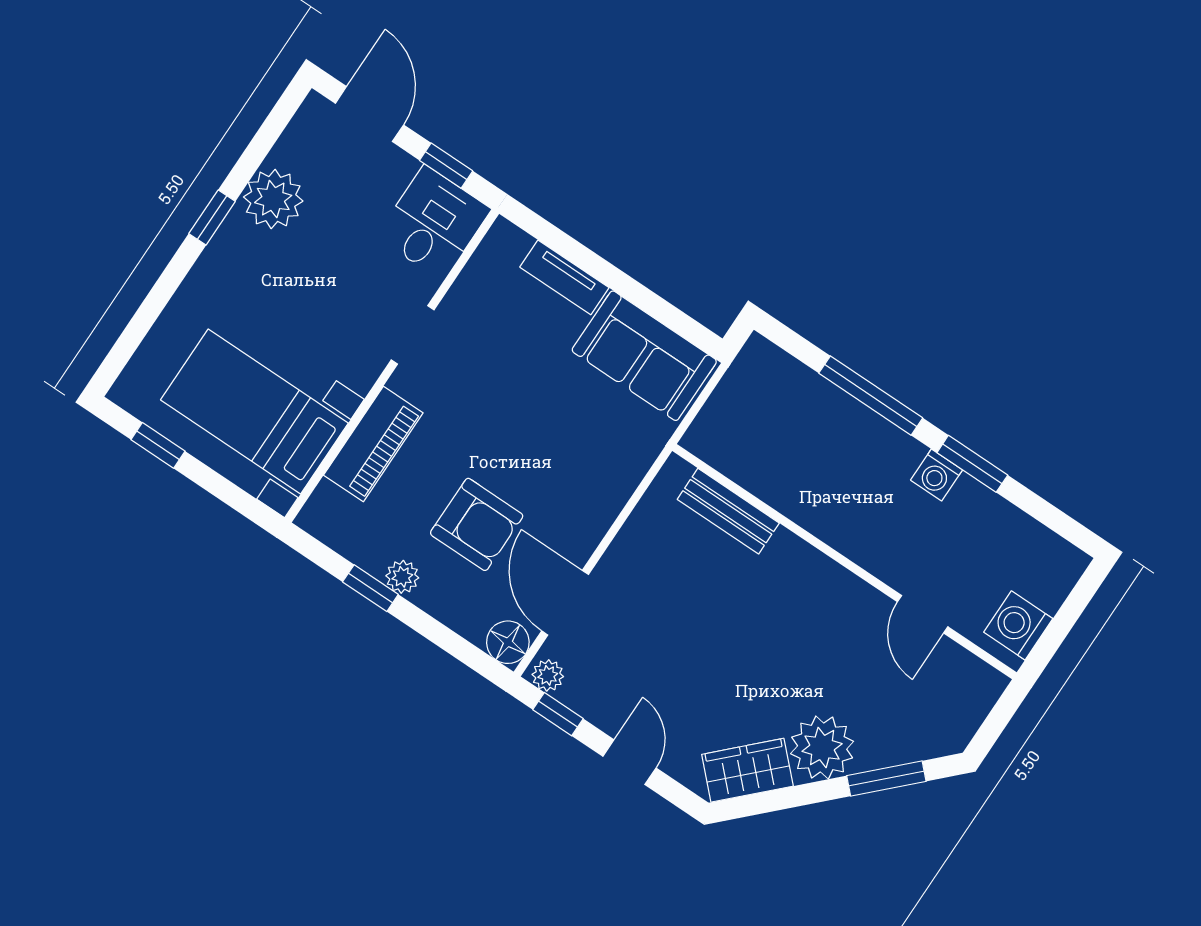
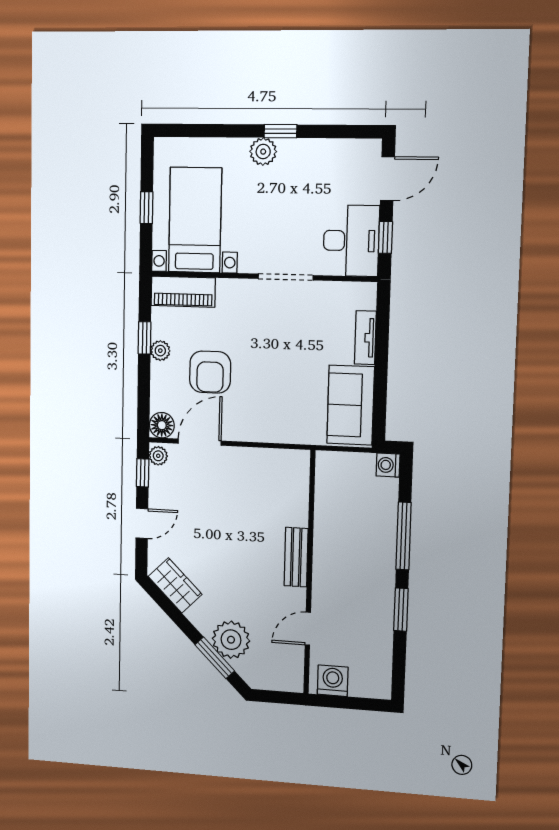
plant: (273, 199) -> (263, 152), moved, width x0.73, depth x0.73
desk: (434, 223) -> (351, 241), width x1.37
doorway: (413, 335) -> (286, 277), width x1.38
piano: (373, 444) -> (183, 292), moved
window: (158, 445) -> (146, 208), moved
washing machine: (937, 475) -> (388, 465), moved
bench: (728, 511) -> (296, 557), moved
plant: (822, 748) -> (231, 640), moved

